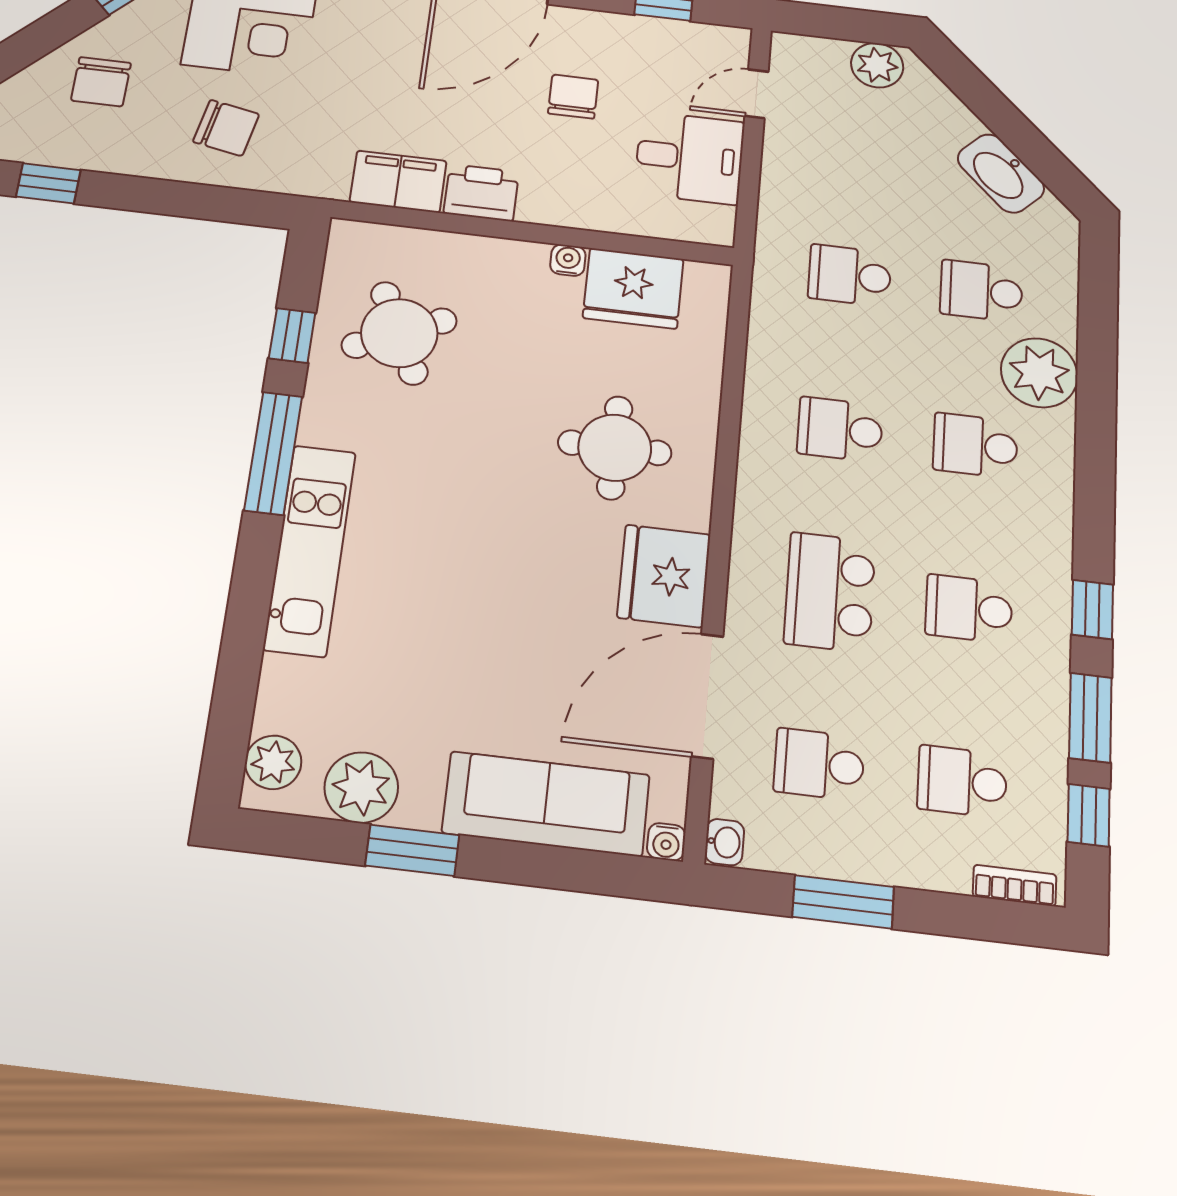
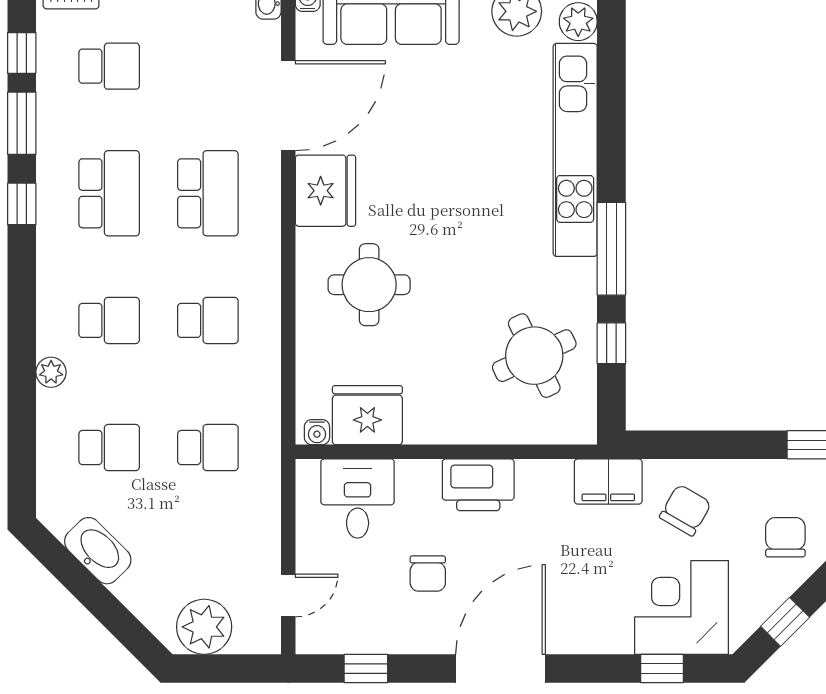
plant: (877, 65) -> (204, 627), width x1.36, depth x1.36
chair: (226, 128) -> (685, 510), turned 109
desk: (689, 158) -> (358, 499), moved, turned 90
filing cabinet: (398, 182) -> (608, 482), moved
printer: (481, 193) -> (478, 485), width x1.37, depth x1.19
water cooler: (568, 260) -> (317, 432), moved
plant: (1039, 373) -> (51, 372), width x0.53, depth x0.53
kitchen unit: (310, 550) -> (575, 150), width x1.36
school desk: (969, 609) -> (109, 193), width x1.85
school desk: (819, 764) -> (208, 66), removed

